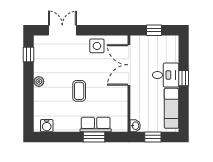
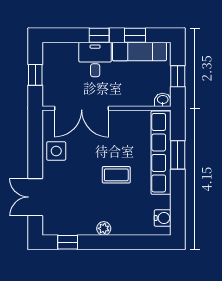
window: (184, 105) -> (135, 35), added
row of seats: (96, 124) -> (161, 153), width x2.02

